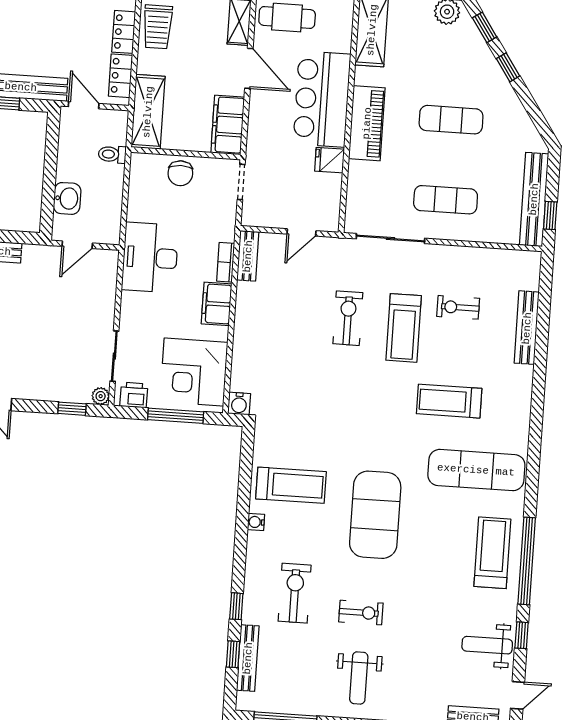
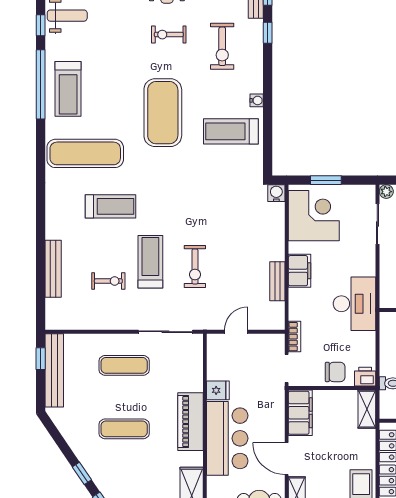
shelving: (148, 112) -> (367, 409), width x0.67, depth x0.75
chair: (180, 173) -> (335, 372), turned 90
bench: (248, 256) -> (277, 281), moved
bookcase: (226, 262) -> (295, 337), moved
printer: (134, 395) -> (365, 377), moved, turned 180
window: (176, 416) -> (326, 180), width x0.69

